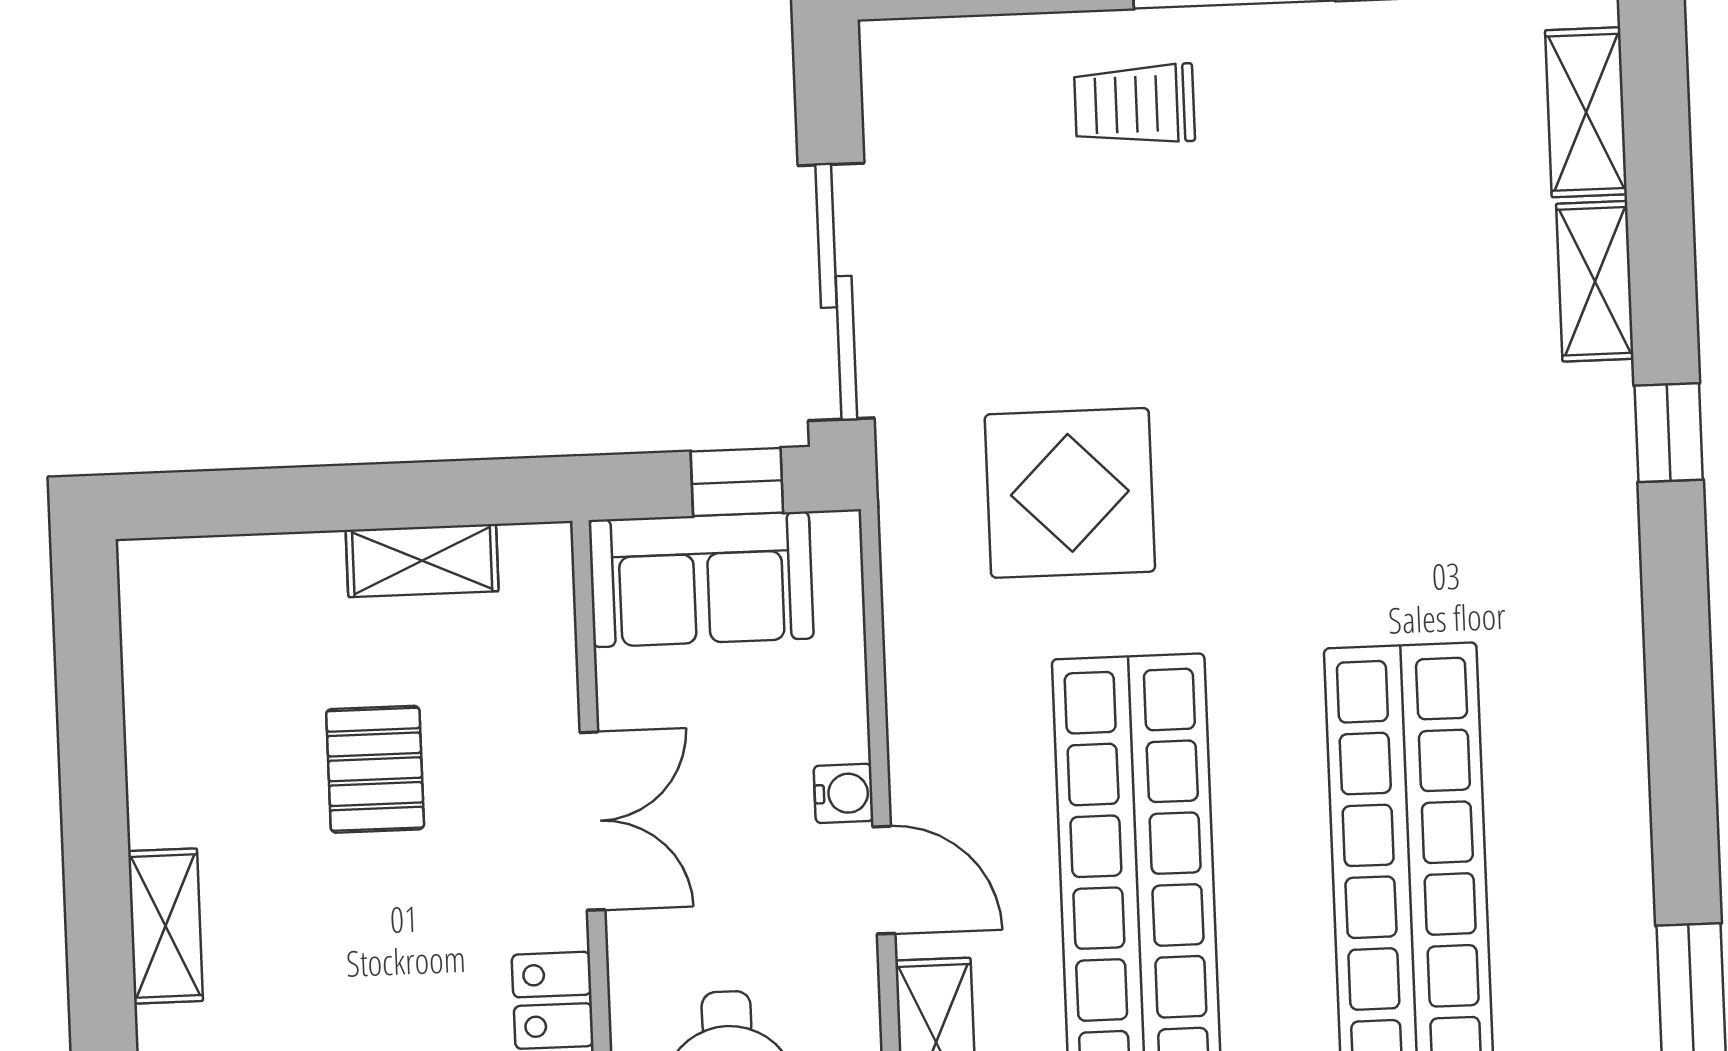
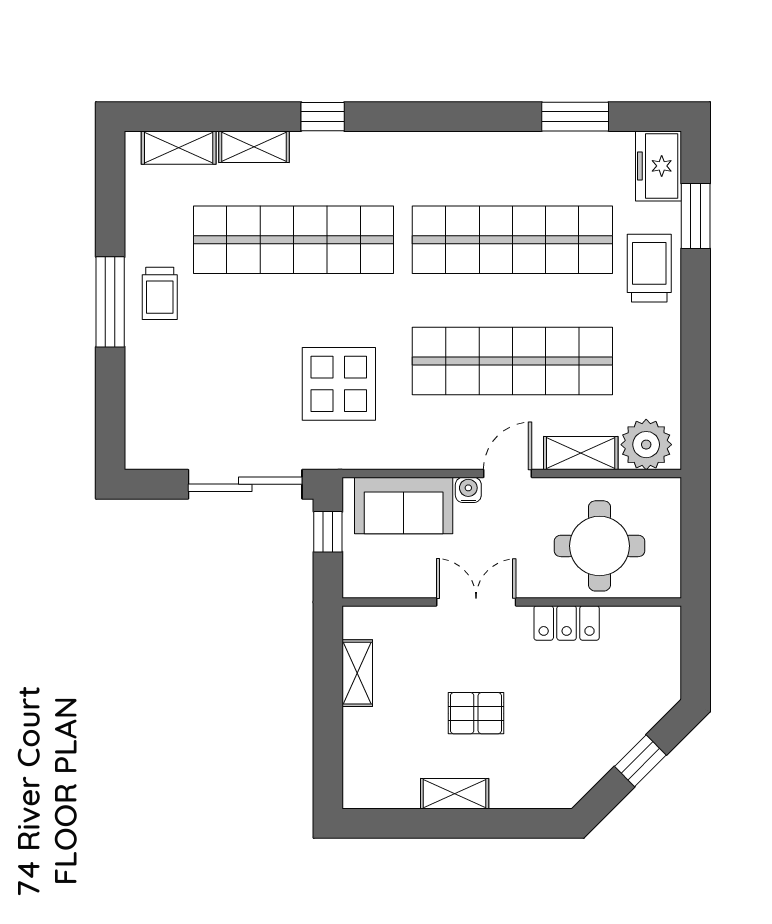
trolley: (1134, 104) -> (160, 293), moved
shop shelf: (1389, 378) -> (293, 240), added
sofa: (701, 579) -> (404, 505), moved, turned 90
pallet: (375, 769) -> (476, 713), moved
shelving: (165, 926) -> (455, 794), moved

